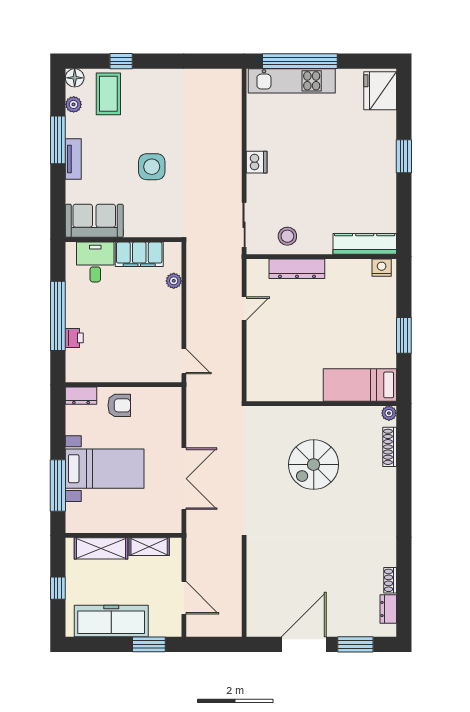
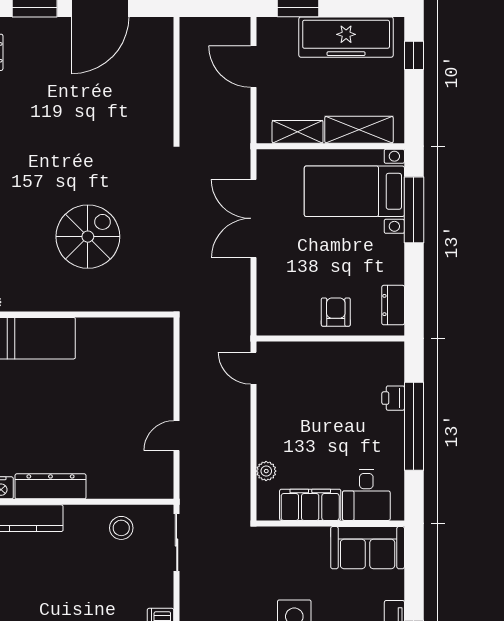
dresser: (297, 269) -> (50, 486), moved
dresser: (81, 396) -> (393, 305), moved, turned -90
armchair: (119, 405) -> (336, 312), turned 90
bed with nightstands: (105, 469) -> (354, 191), moved
window: (58, 588) -> (414, 55), moved

